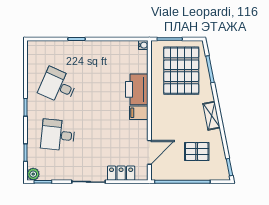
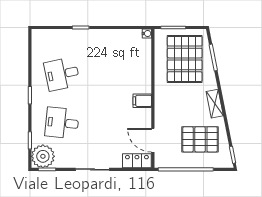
desk: (58, 86) -> (62, 74), turned -36
printer: (137, 89) -> (140, 77), removed
door: (149, 152) -> (153, 140), swing flipped
pallet: (197, 152) -> (200, 139), width x1.50, depth x1.42
locker: (121, 173) -> (137, 161), moved
plant: (33, 174) -> (43, 156), width x1.88, depth x1.88

